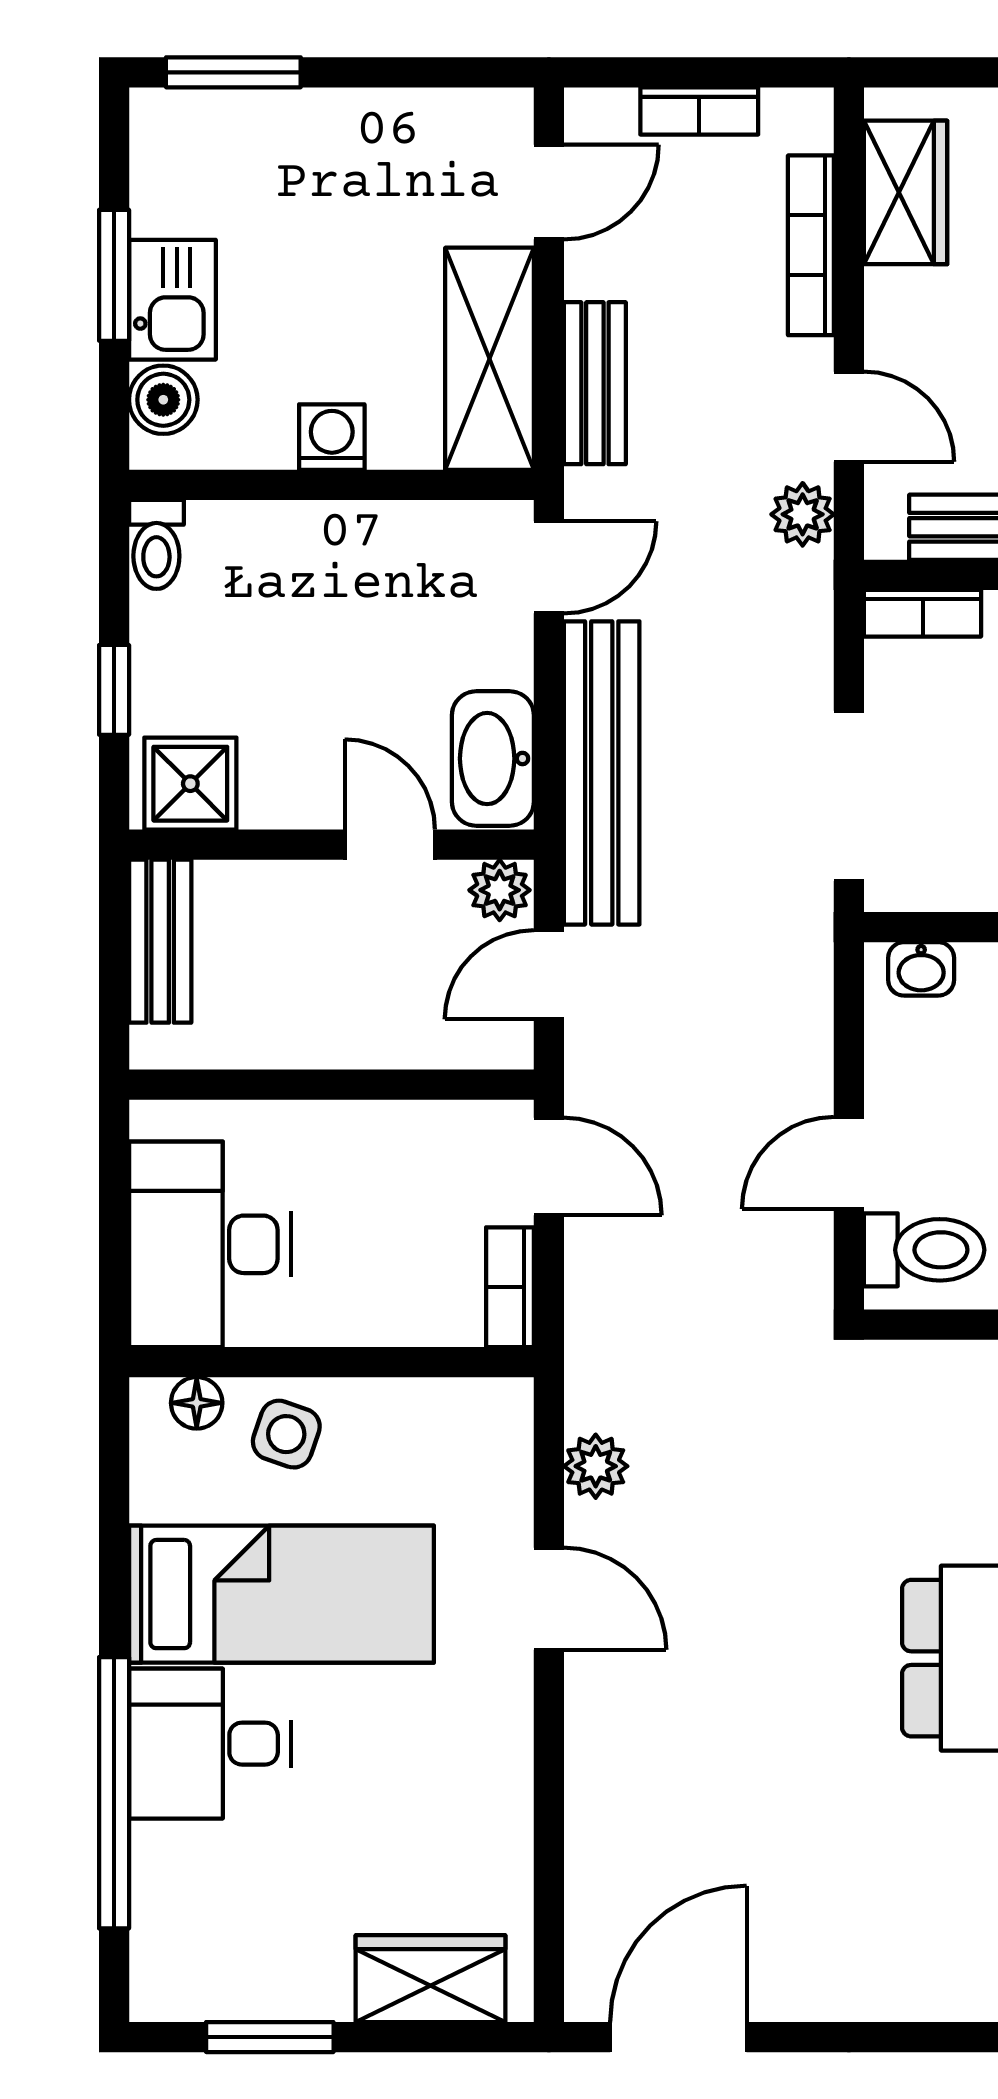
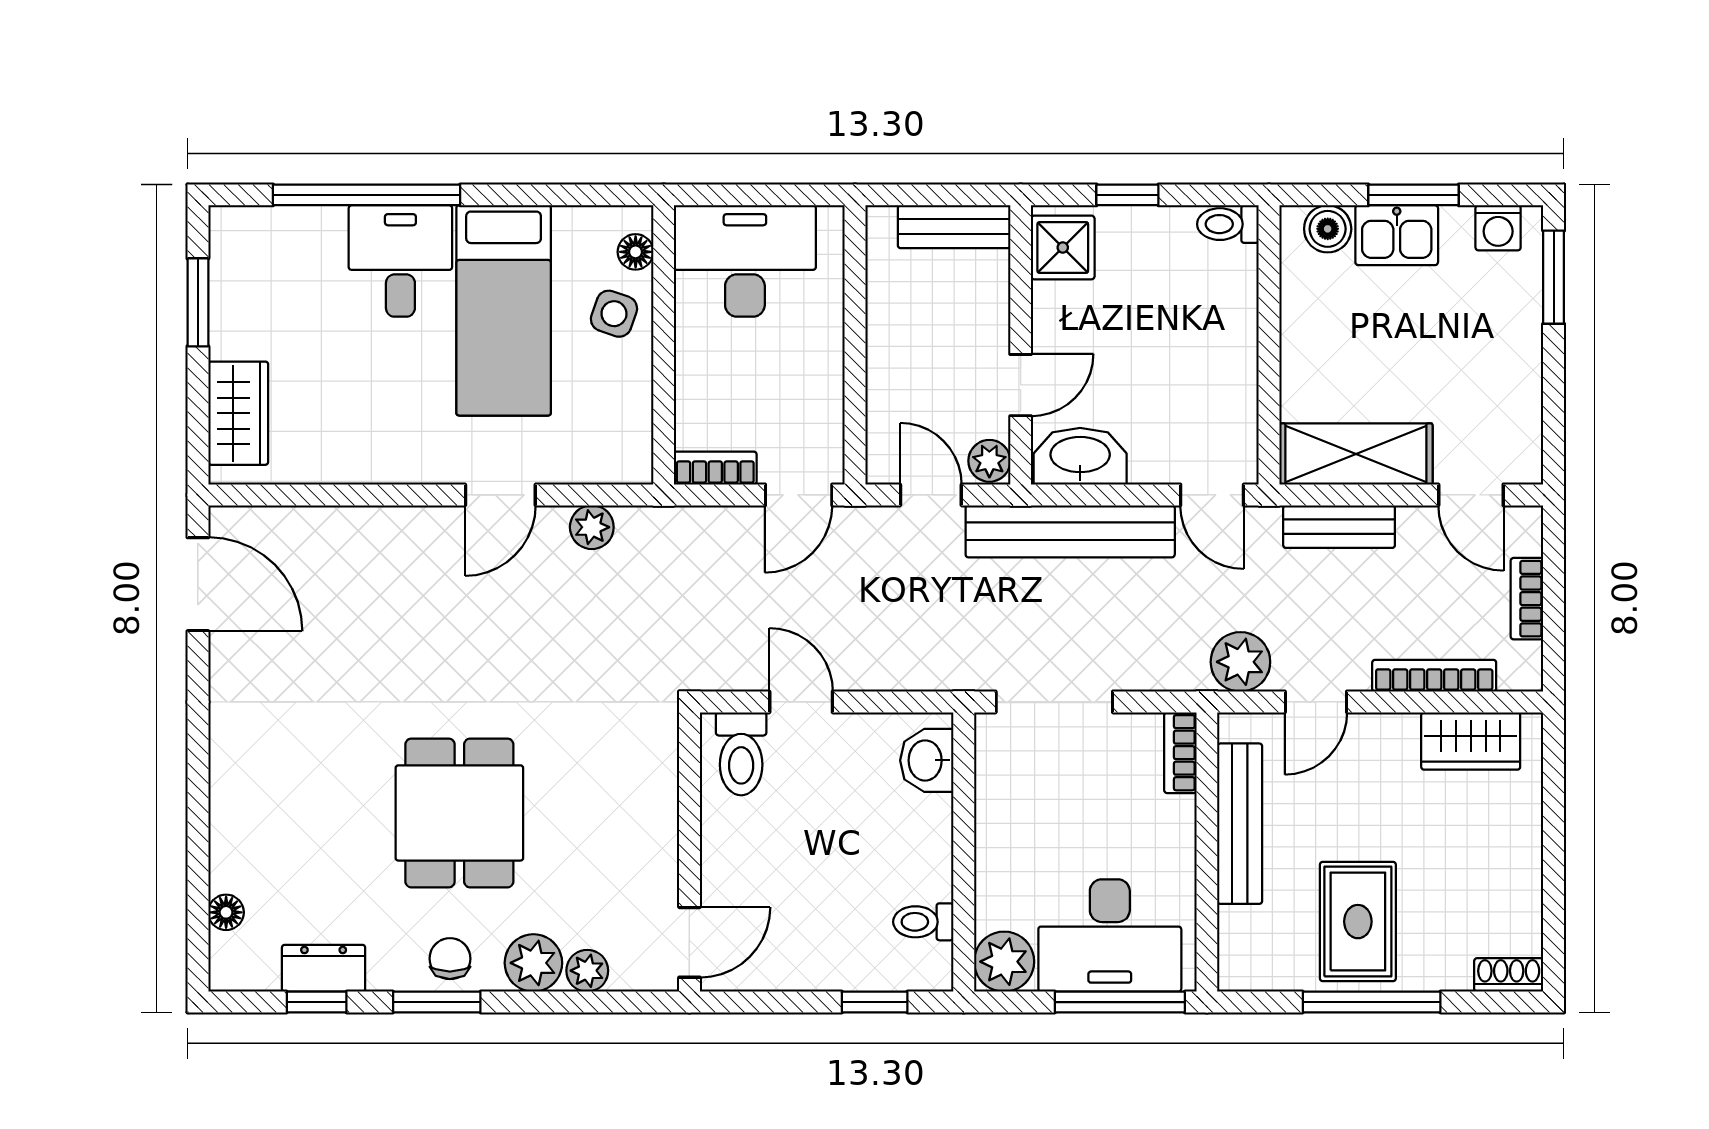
washing machine: (332, 437) -> (1498, 228), moved, turned 90
plant: (803, 514) -> (1240, 662), width x1.38, depth x1.38
washbasin: (921, 969) -> (927, 760), width x1.38, depth x1.45

